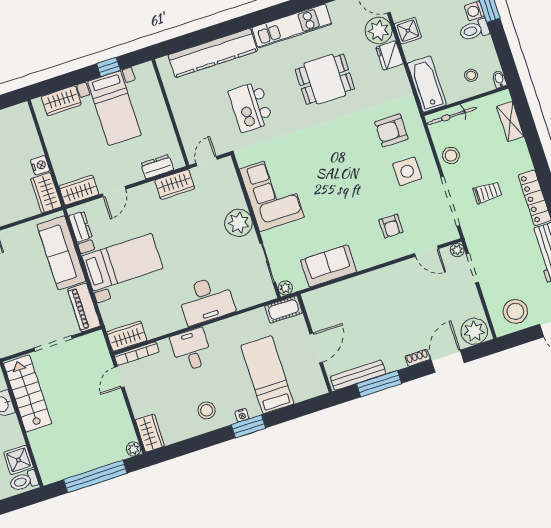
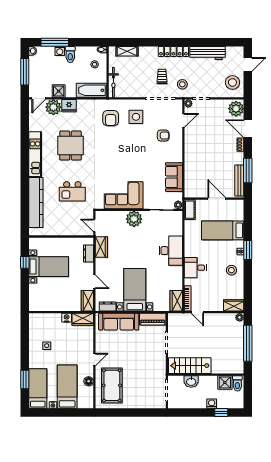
wardrobe: (61, 101) -> (35, 294), removed
stool: (451, 156) -> (182, 84), moved

